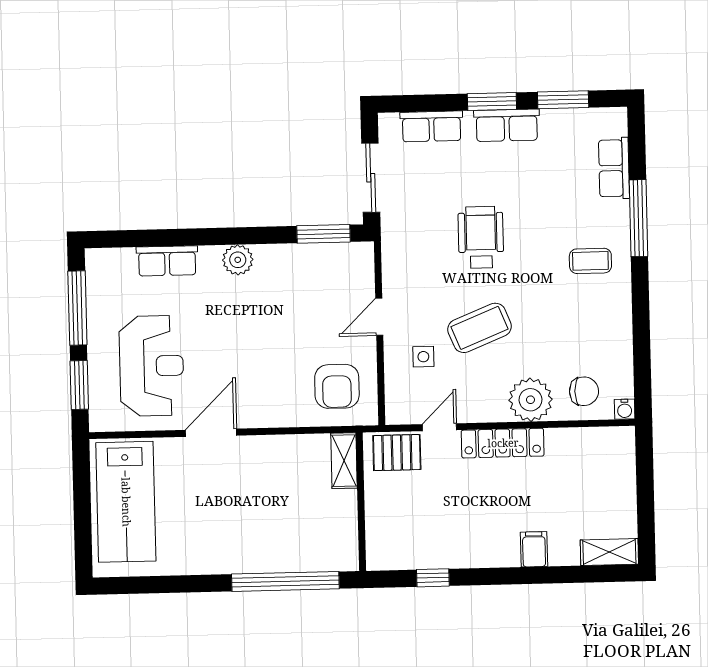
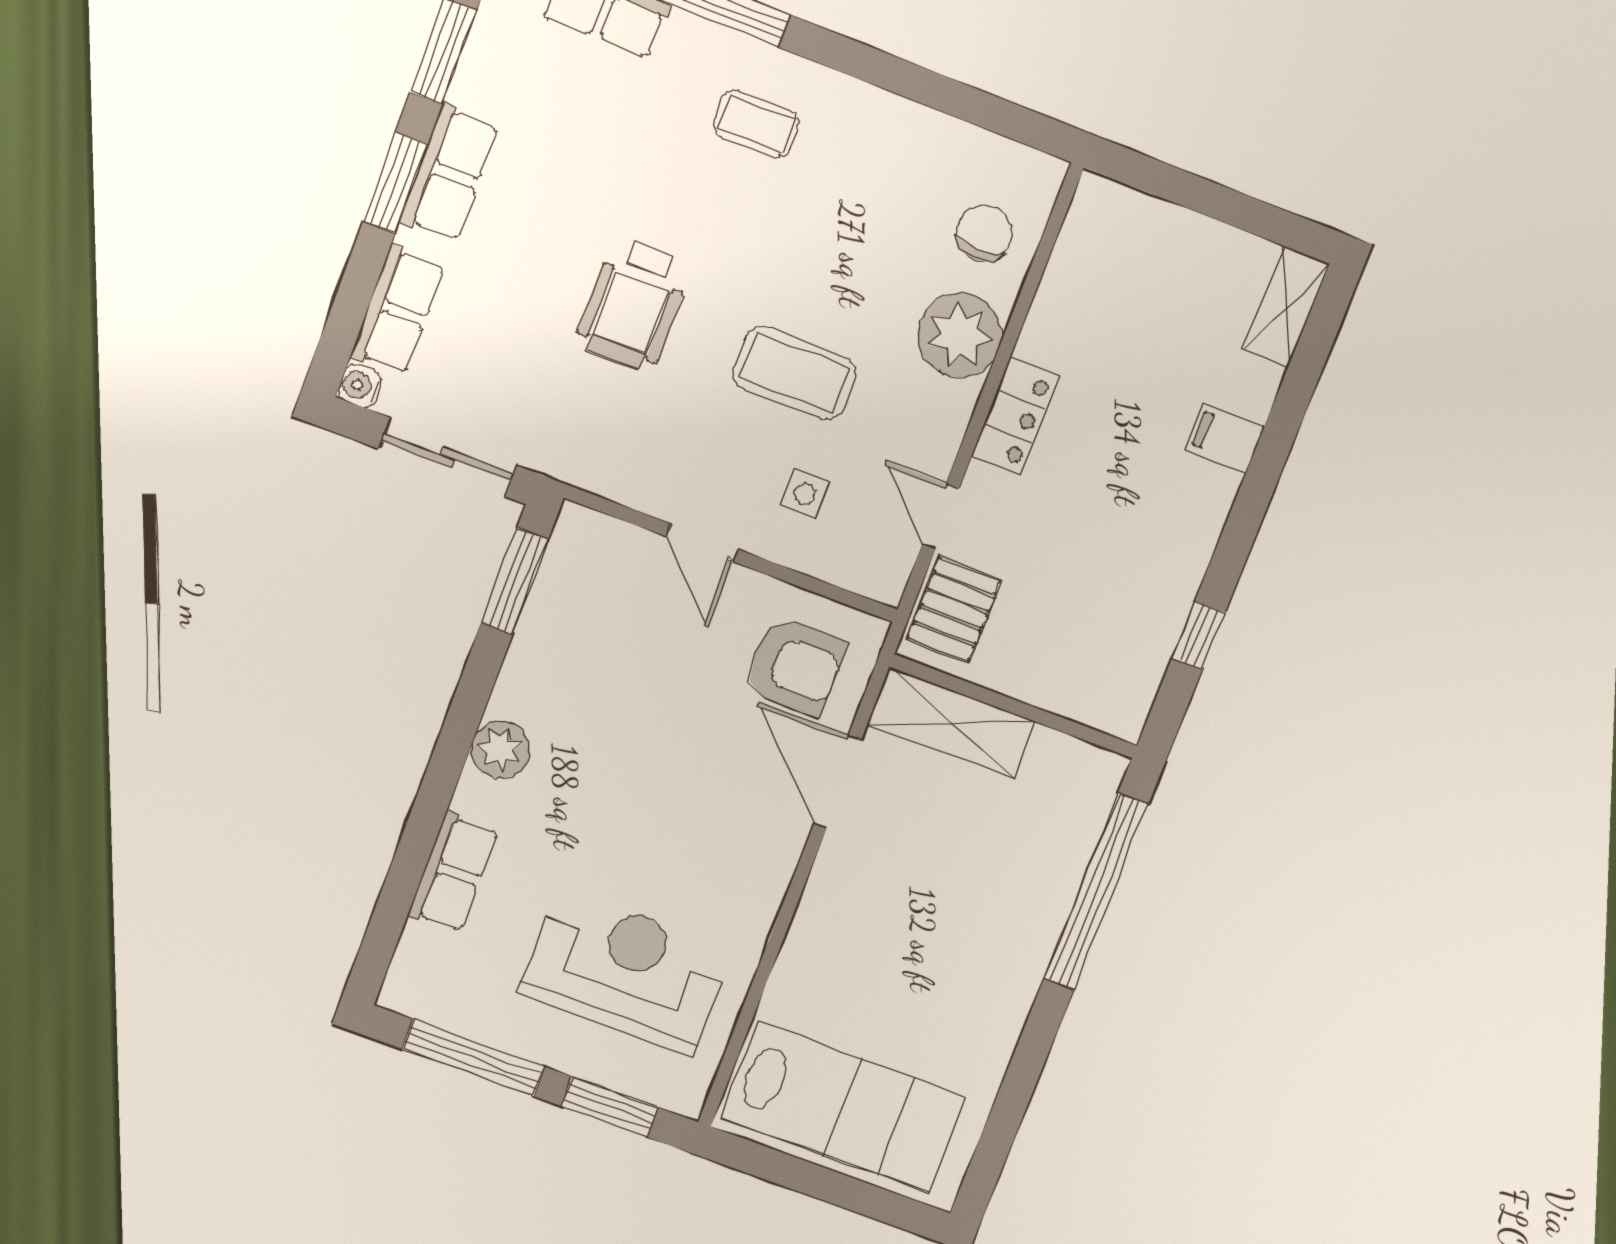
wheelchair: (481, 237) -> (634, 304), turned -90
coffee table: (590, 261) -> (756, 124), turned 90
coffee table: (480, 328) -> (795, 373), turned -68
water cooler: (625, 409) -> (360, 386), moved, turned 180
door: (211, 433) -> (837, 782), moved
locker: (503, 443) -> (1015, 417), width x0.66
shelving: (344, 461) -> (951, 723), width x1.50, depth x1.33

